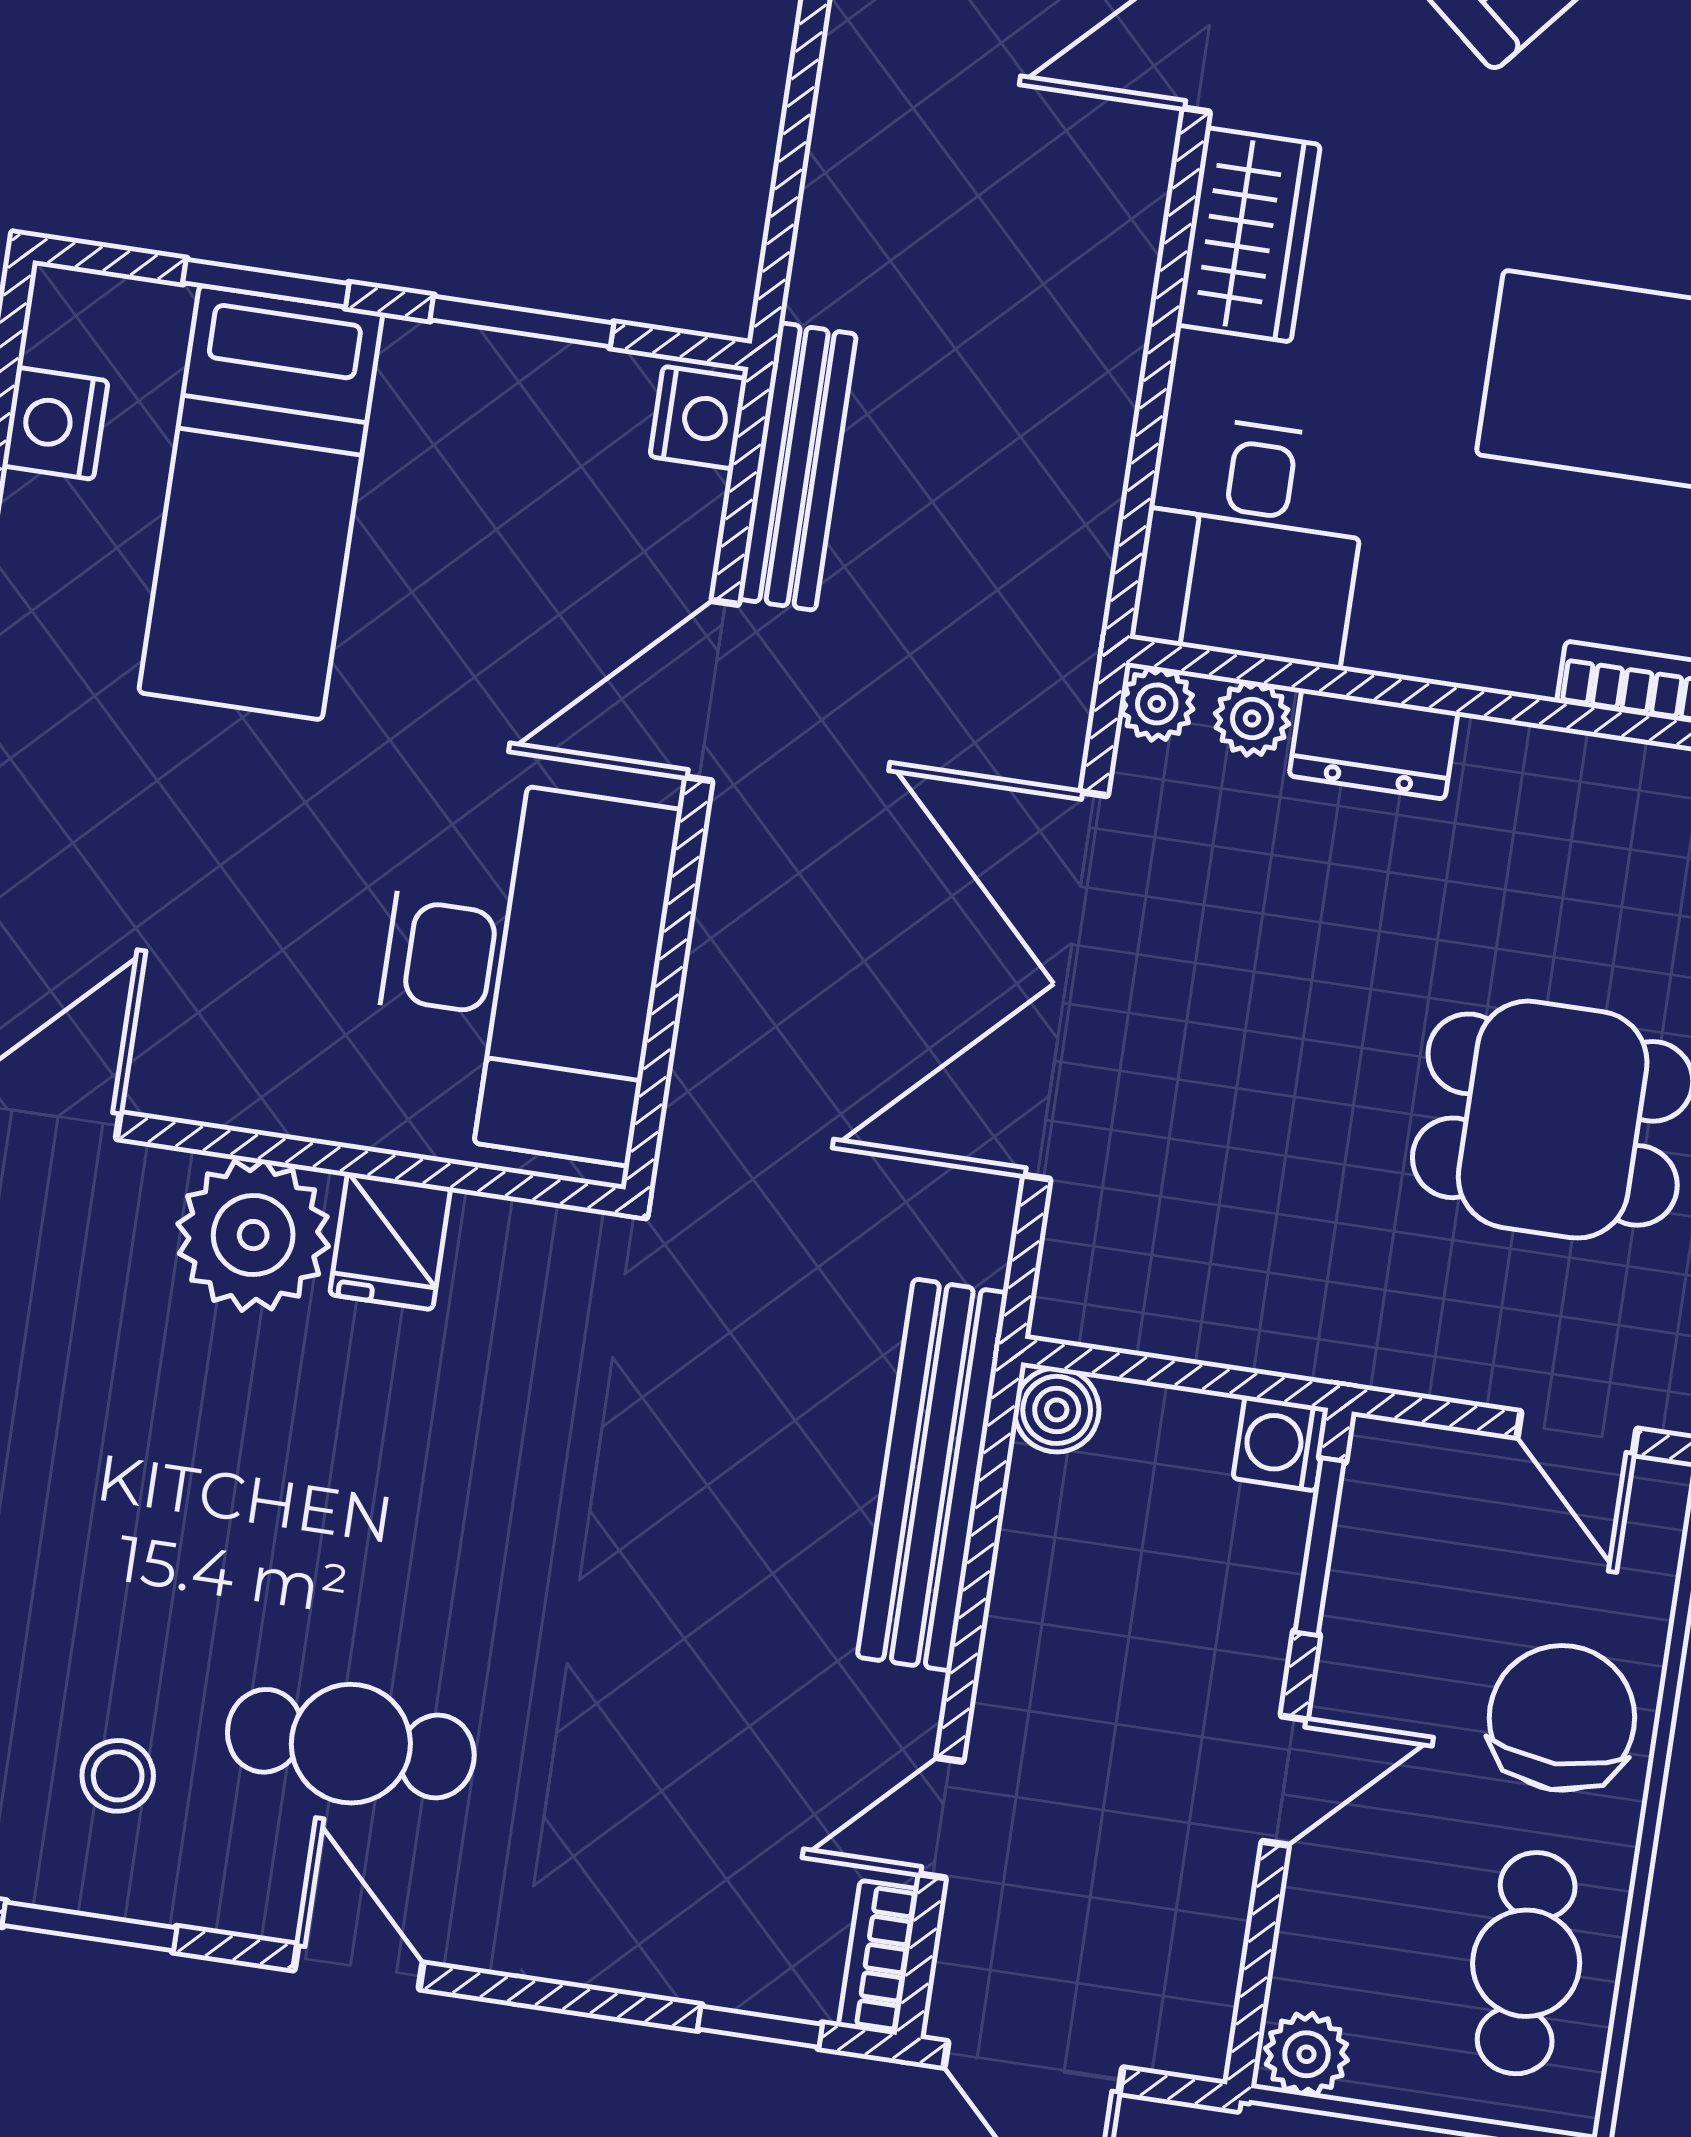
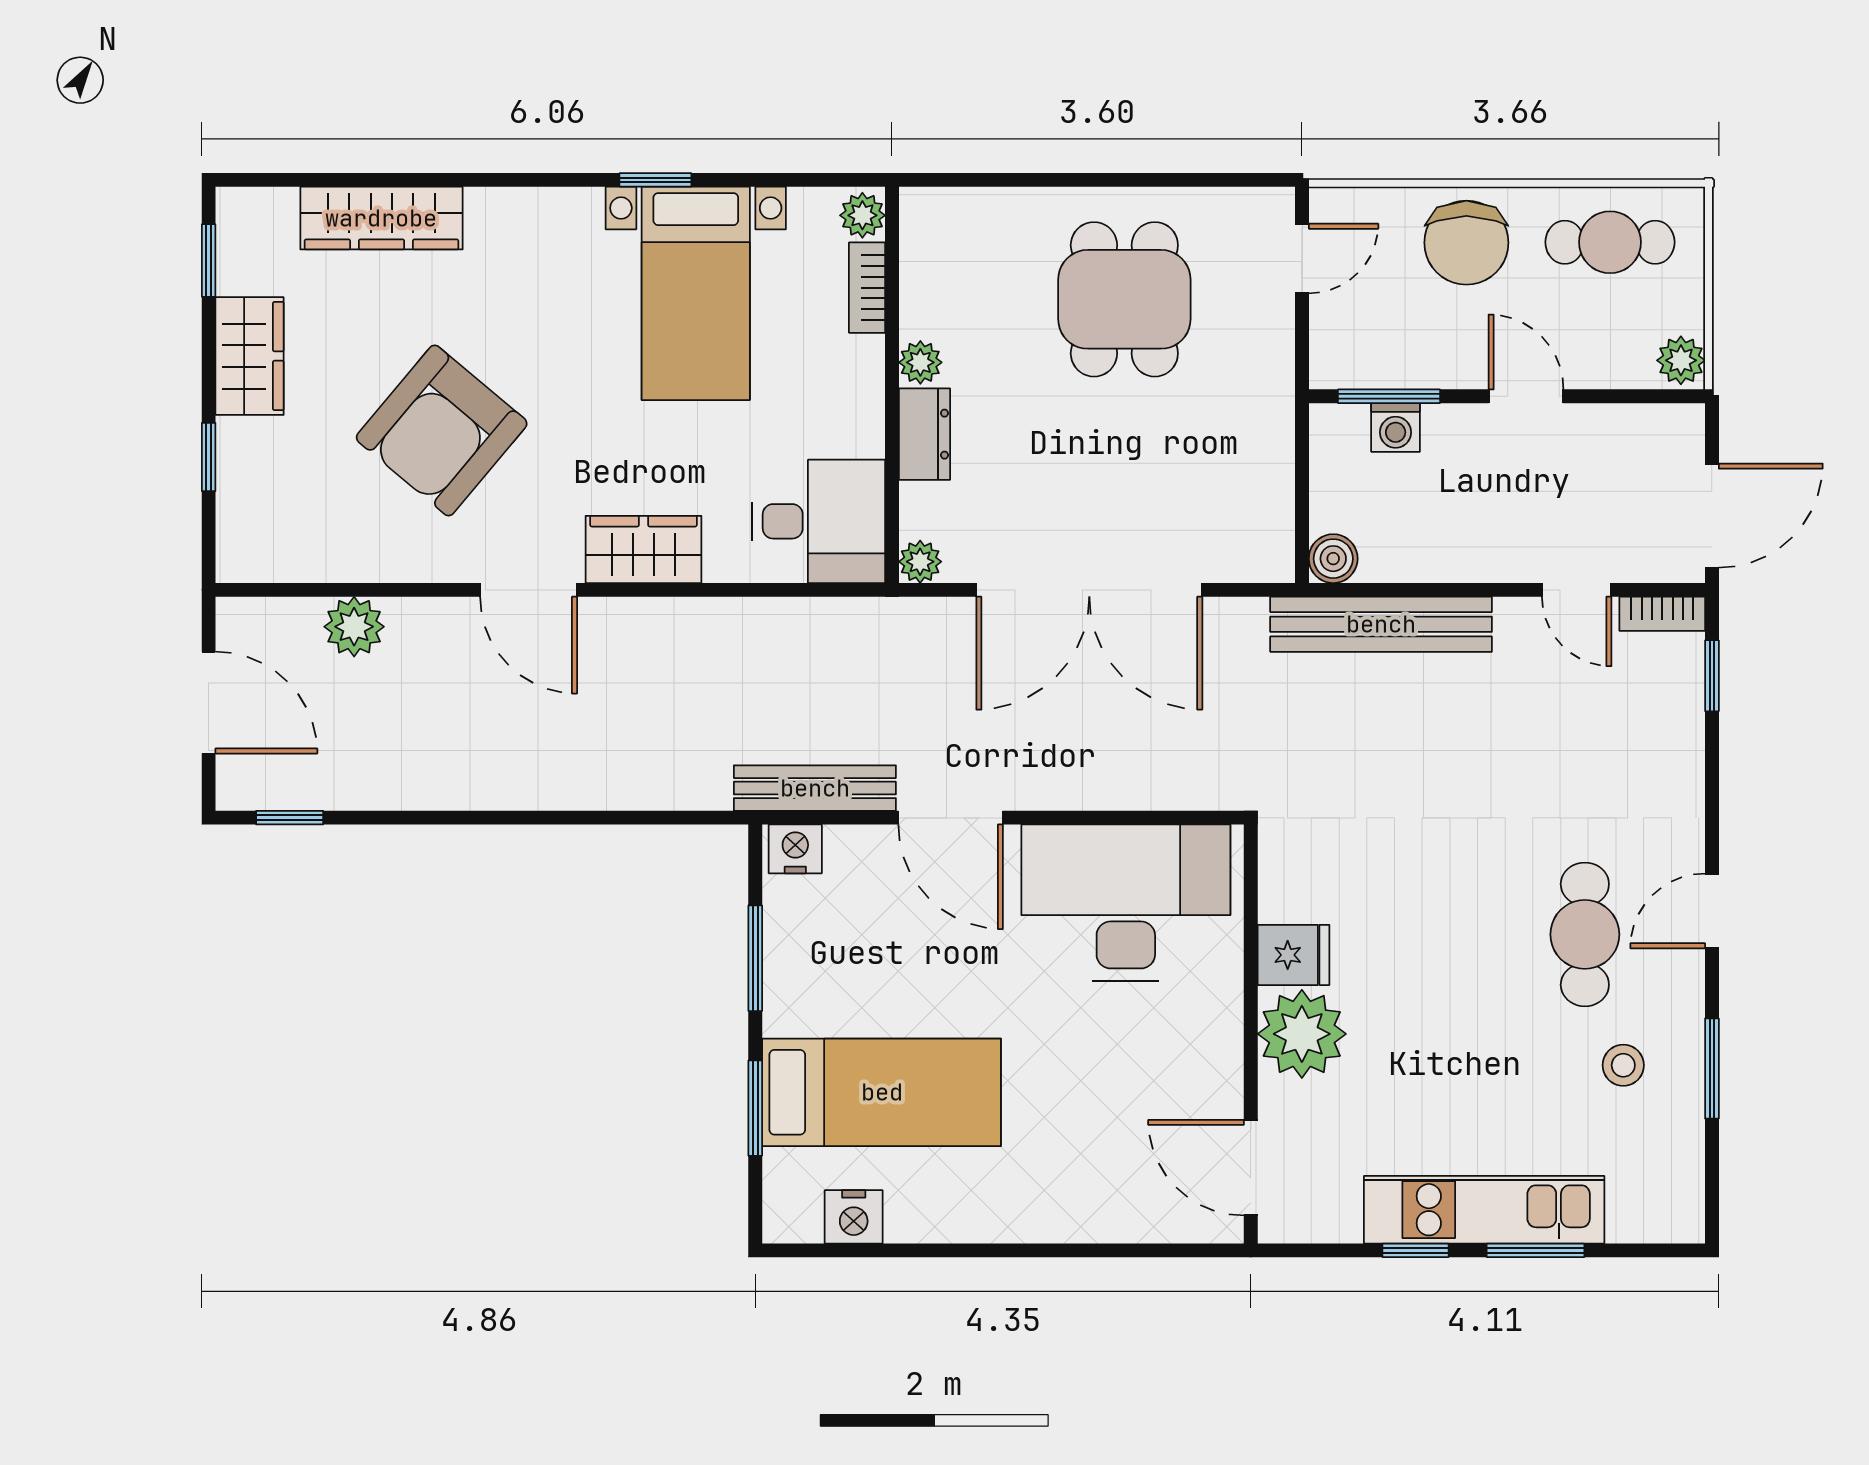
plant: (1252, 719) -> (920, 362), moved
washing machine: (1281, 1443) -> (1396, 427), moved
chair: (1562, 1718) -> (1466, 243), turned -90

